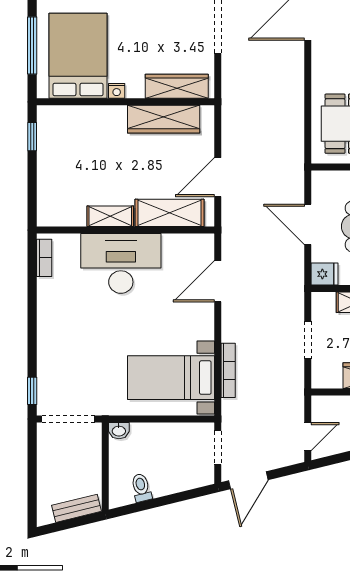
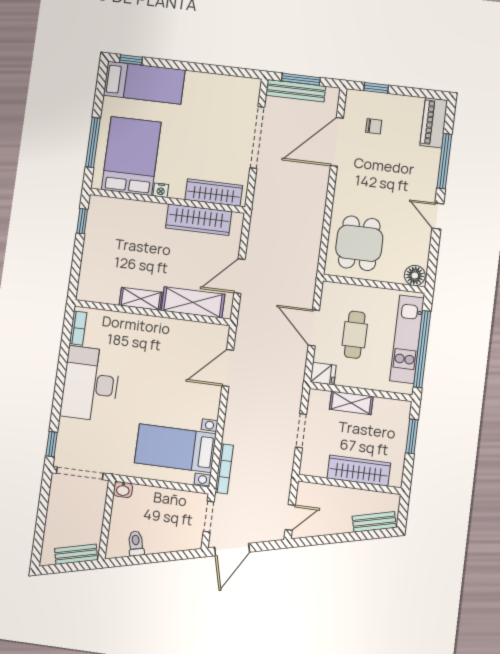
desk: (121, 263) -> (90, 384), moved, turned -90
bookcase: (228, 370) -> (224, 469), moved

